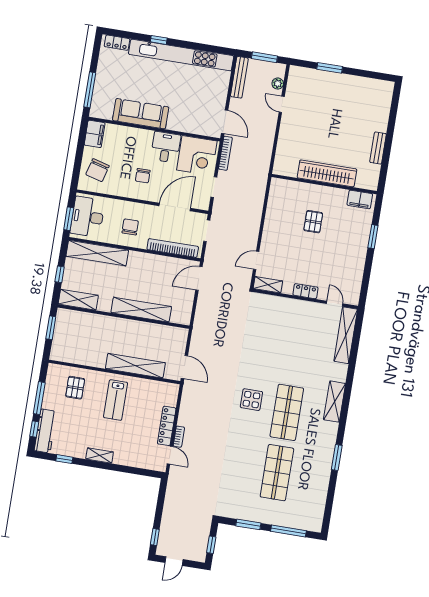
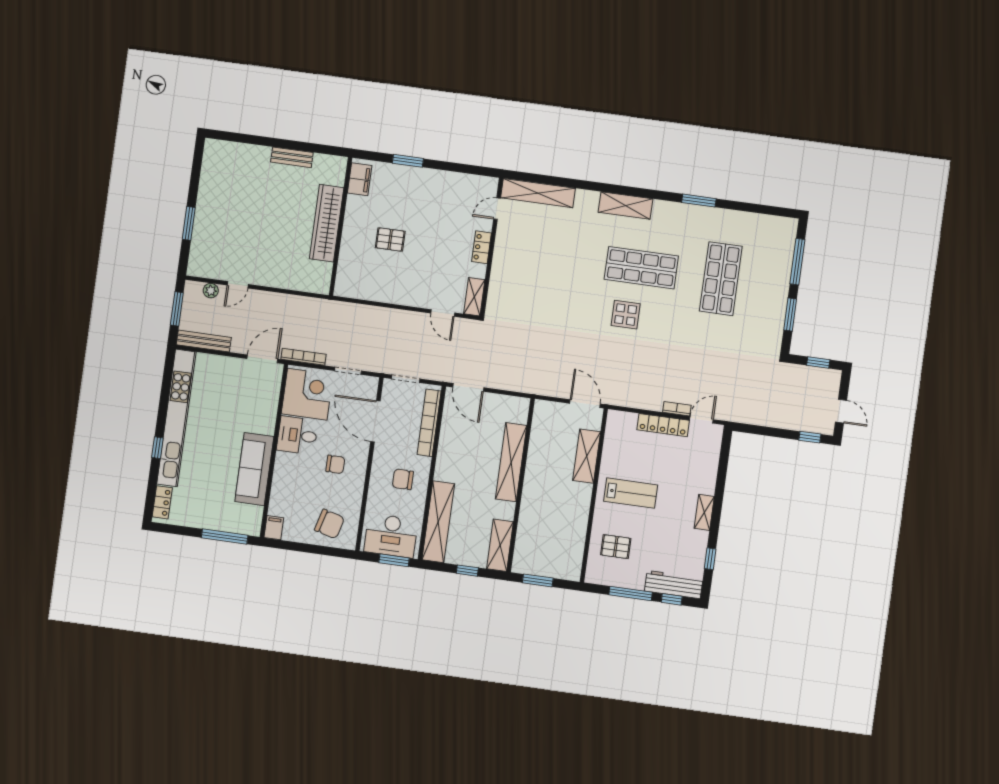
filing cabinet: (95, 134) -> (274, 528), width x0.50
shelving: (135, 366) -> (587, 456), width x0.68
door: (184, 367) -> (585, 404), hinge flipped
shop shelf: (277, 473) -> (721, 279), turned 90

